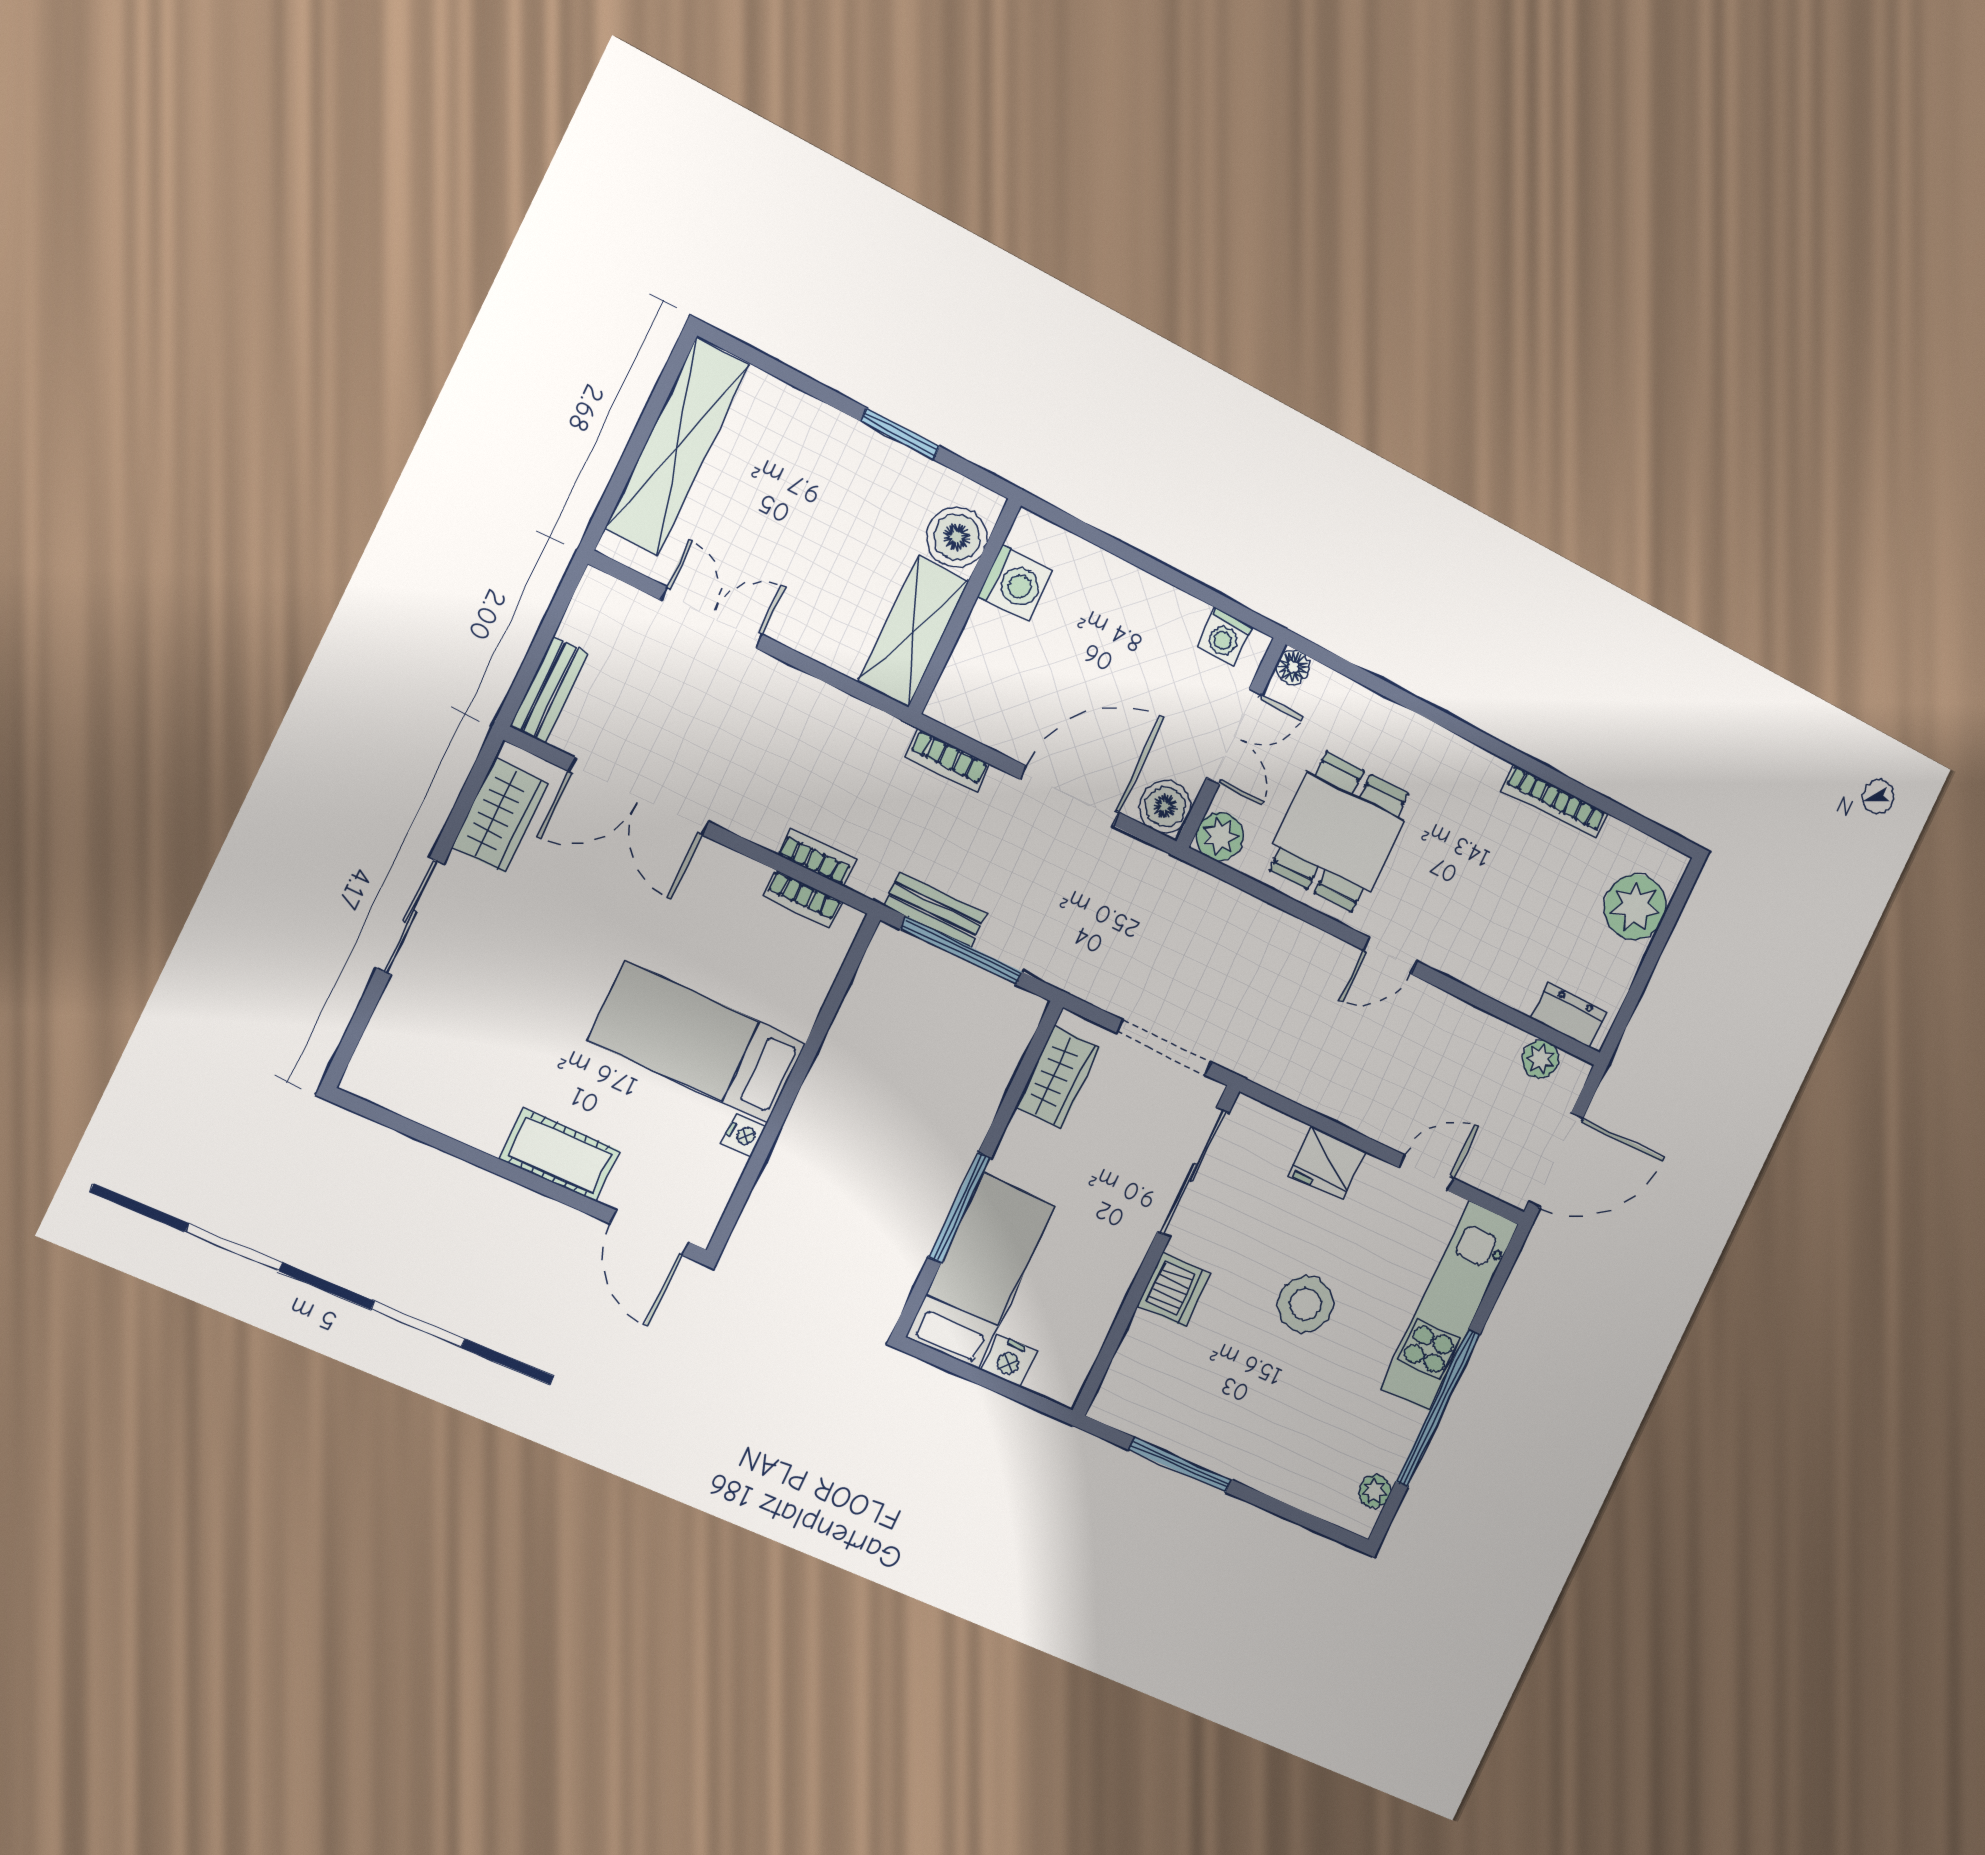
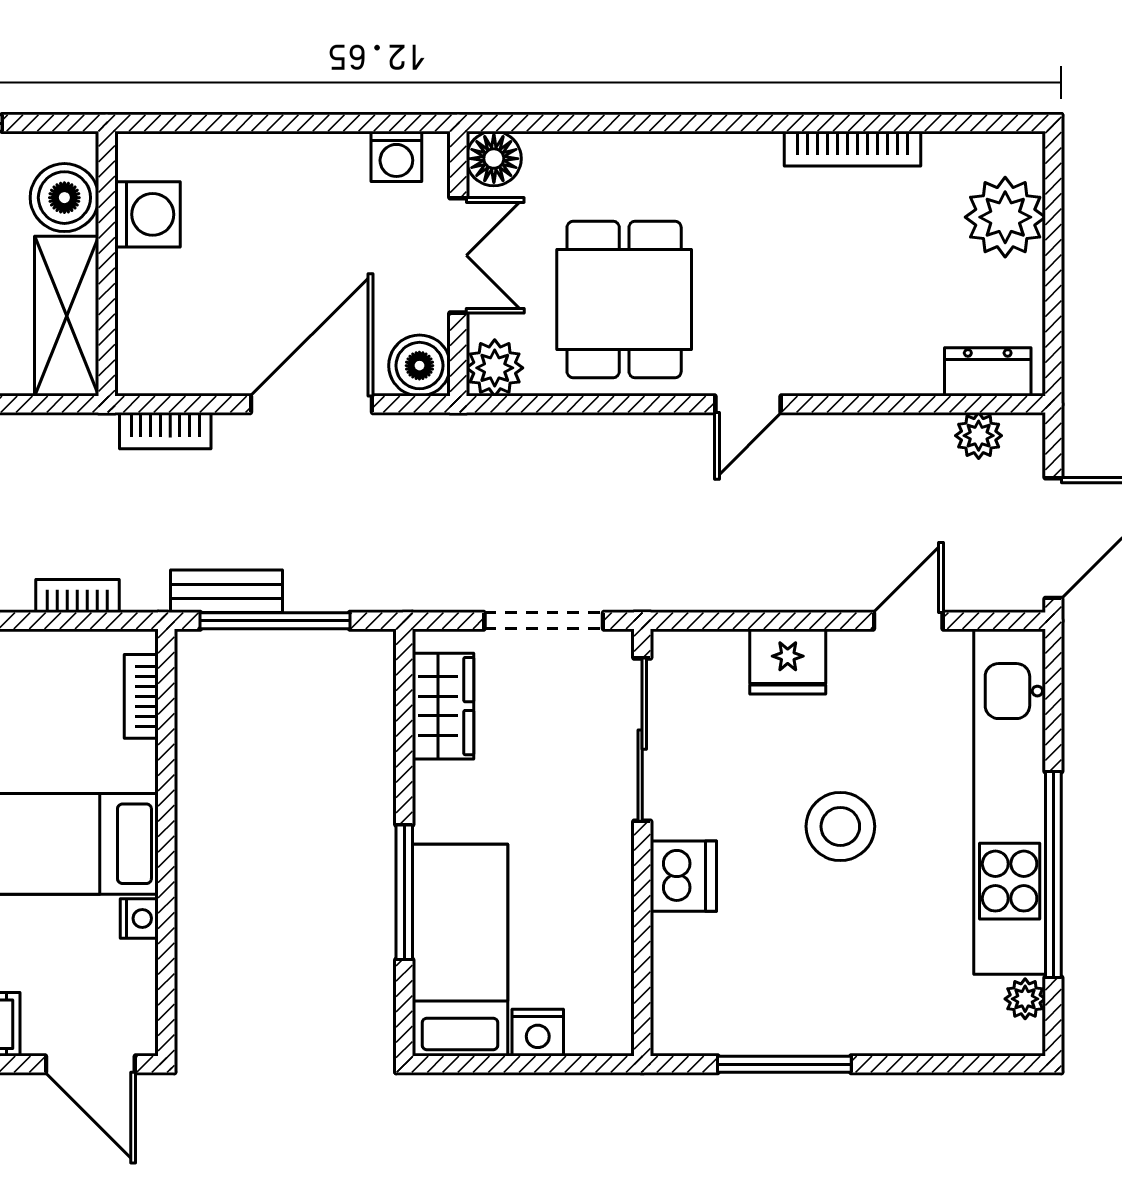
floor lamp: (1293, 667) -> (494, 159), width x1.37, depth x1.37
bookcase: (803, 899) -> (141, 696), moved, turned 90
kitchen unit: (1449, 1306) -> (1010, 802), width x1.36

